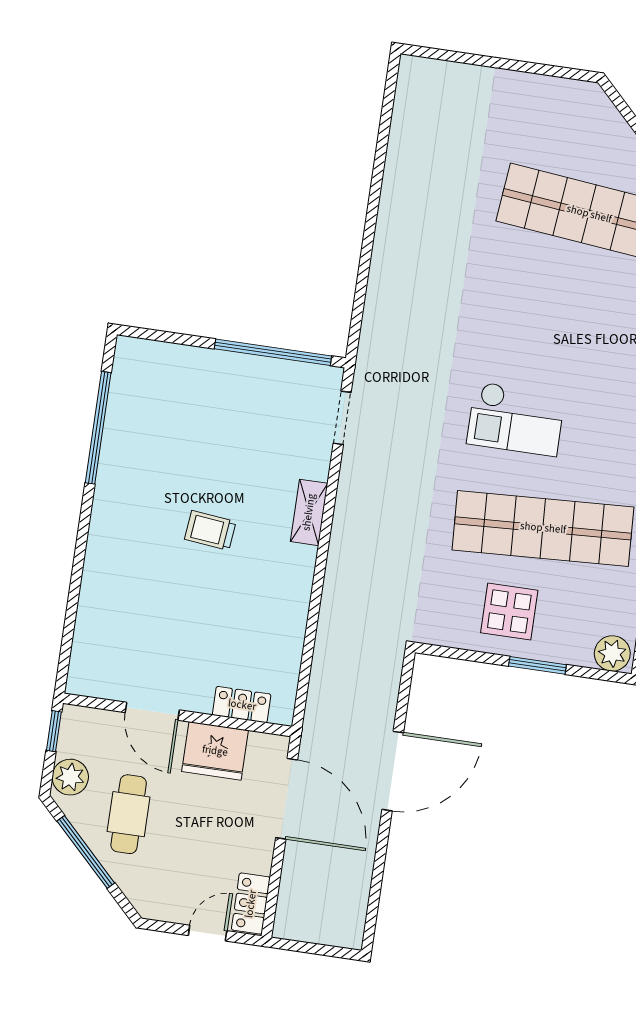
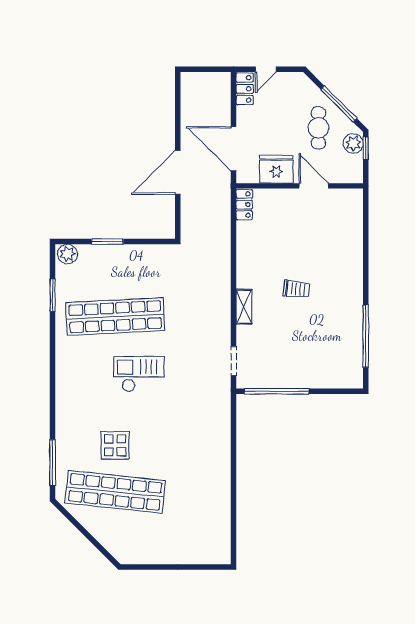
display table: (509, 611) -> (115, 445), moved
locker: (242, 705) -> (244, 205), moved, turned -90
window: (54, 731) -> (366, 148), moved

